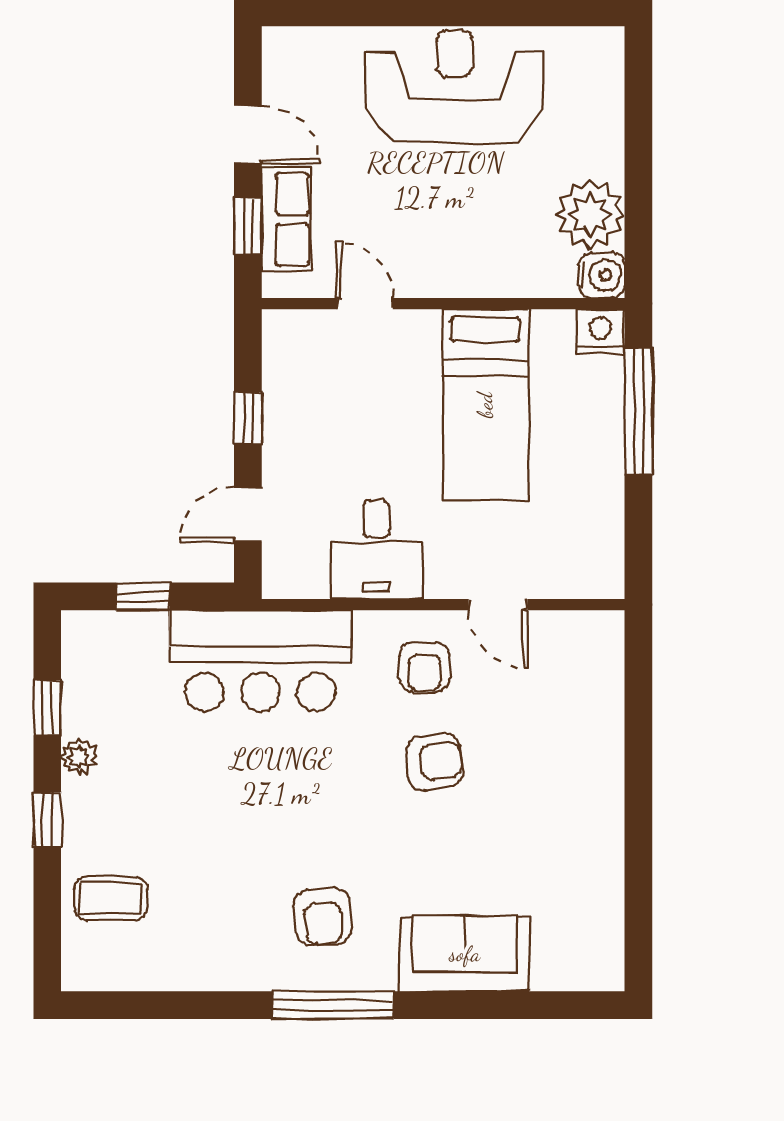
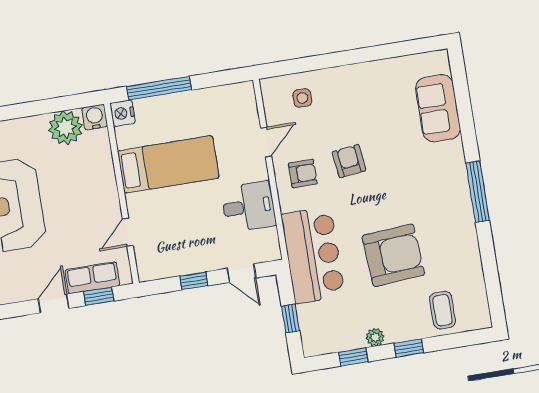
side table: (573, 690) -> (302, 98), added
armchair: (323, 917) -> (393, 255), moved, width x1.88, depth x1.88
sofa: (465, 954) -> (438, 108), moved

